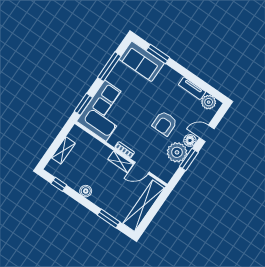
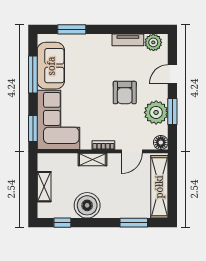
sofa: (142, 61) -> (51, 66), moved, turned -90
floor lamp: (190, 140) -> (161, 142), moved
shelving: (120, 162) -> (92, 160), moved
boiler: (86, 191) -> (87, 205), width x1.86, depth x1.86

